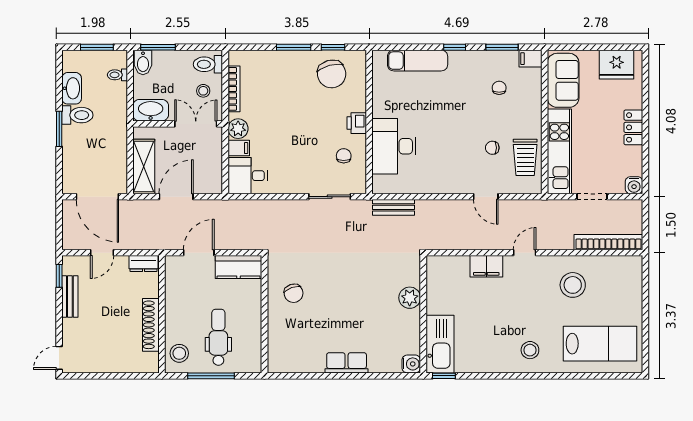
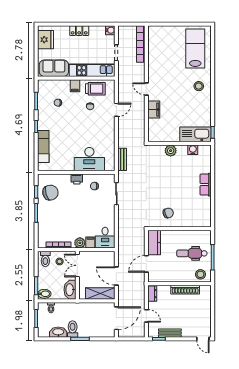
filing cabinet: (530, 59) -> (75, 86), moved
door: (199, 253) -> (146, 264), hinge flipped
stool: (573, 285) -> (164, 63), removed
water cooler: (411, 364) -> (193, 150), moved

